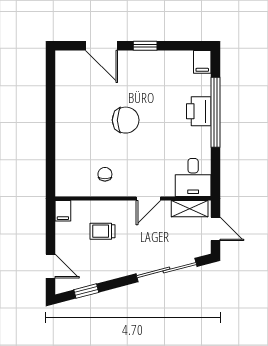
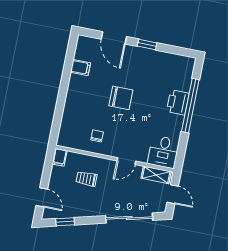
filing cabinet: (202, 62) -> (80, 68), moved, turned -90

